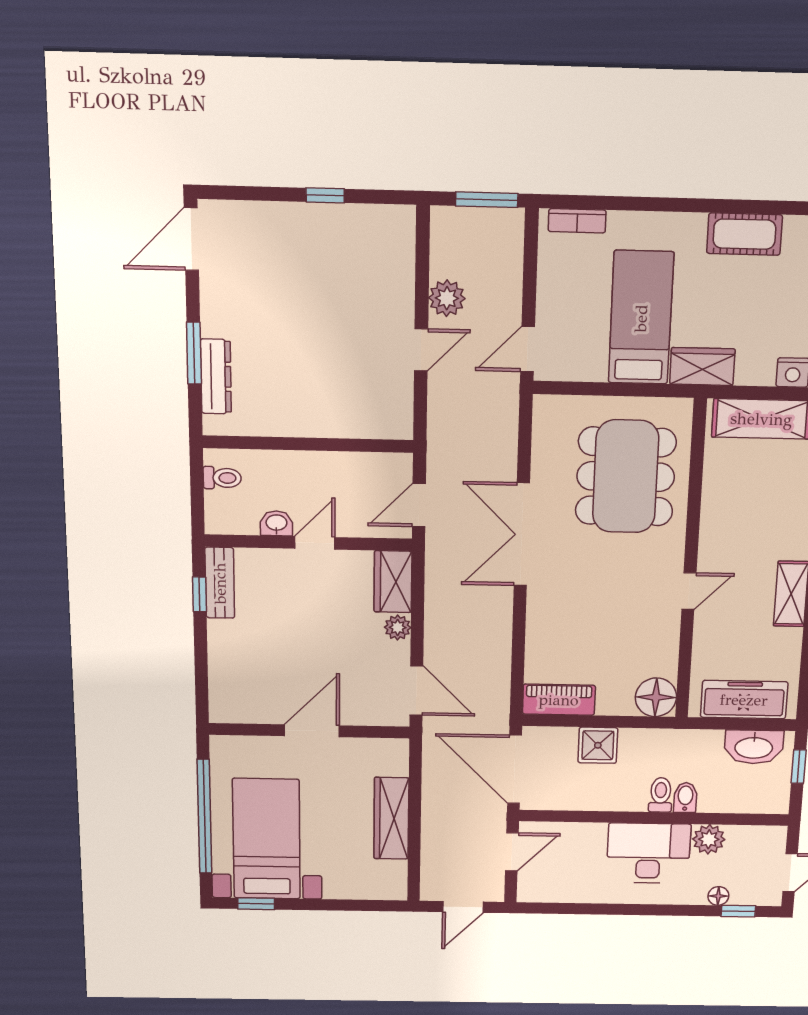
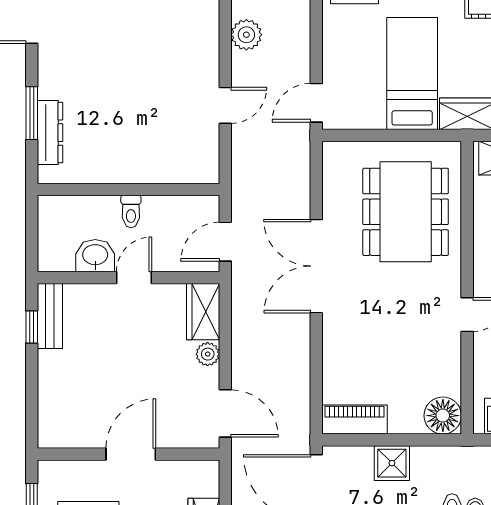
plant: (447, 298) -> (246, 35), moved
toilet: (222, 478) -> (131, 211), moved, turned 90
washbasin: (276, 523) -> (95, 256), width x1.38, depth x1.45

